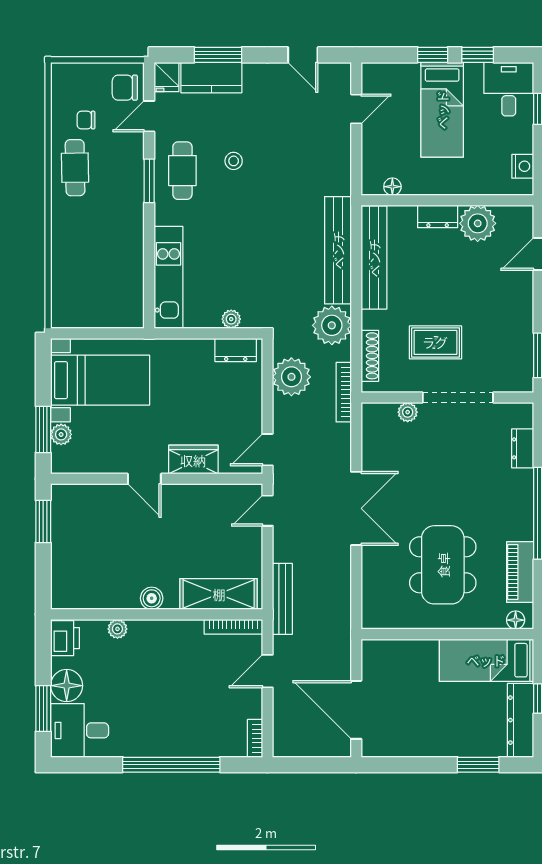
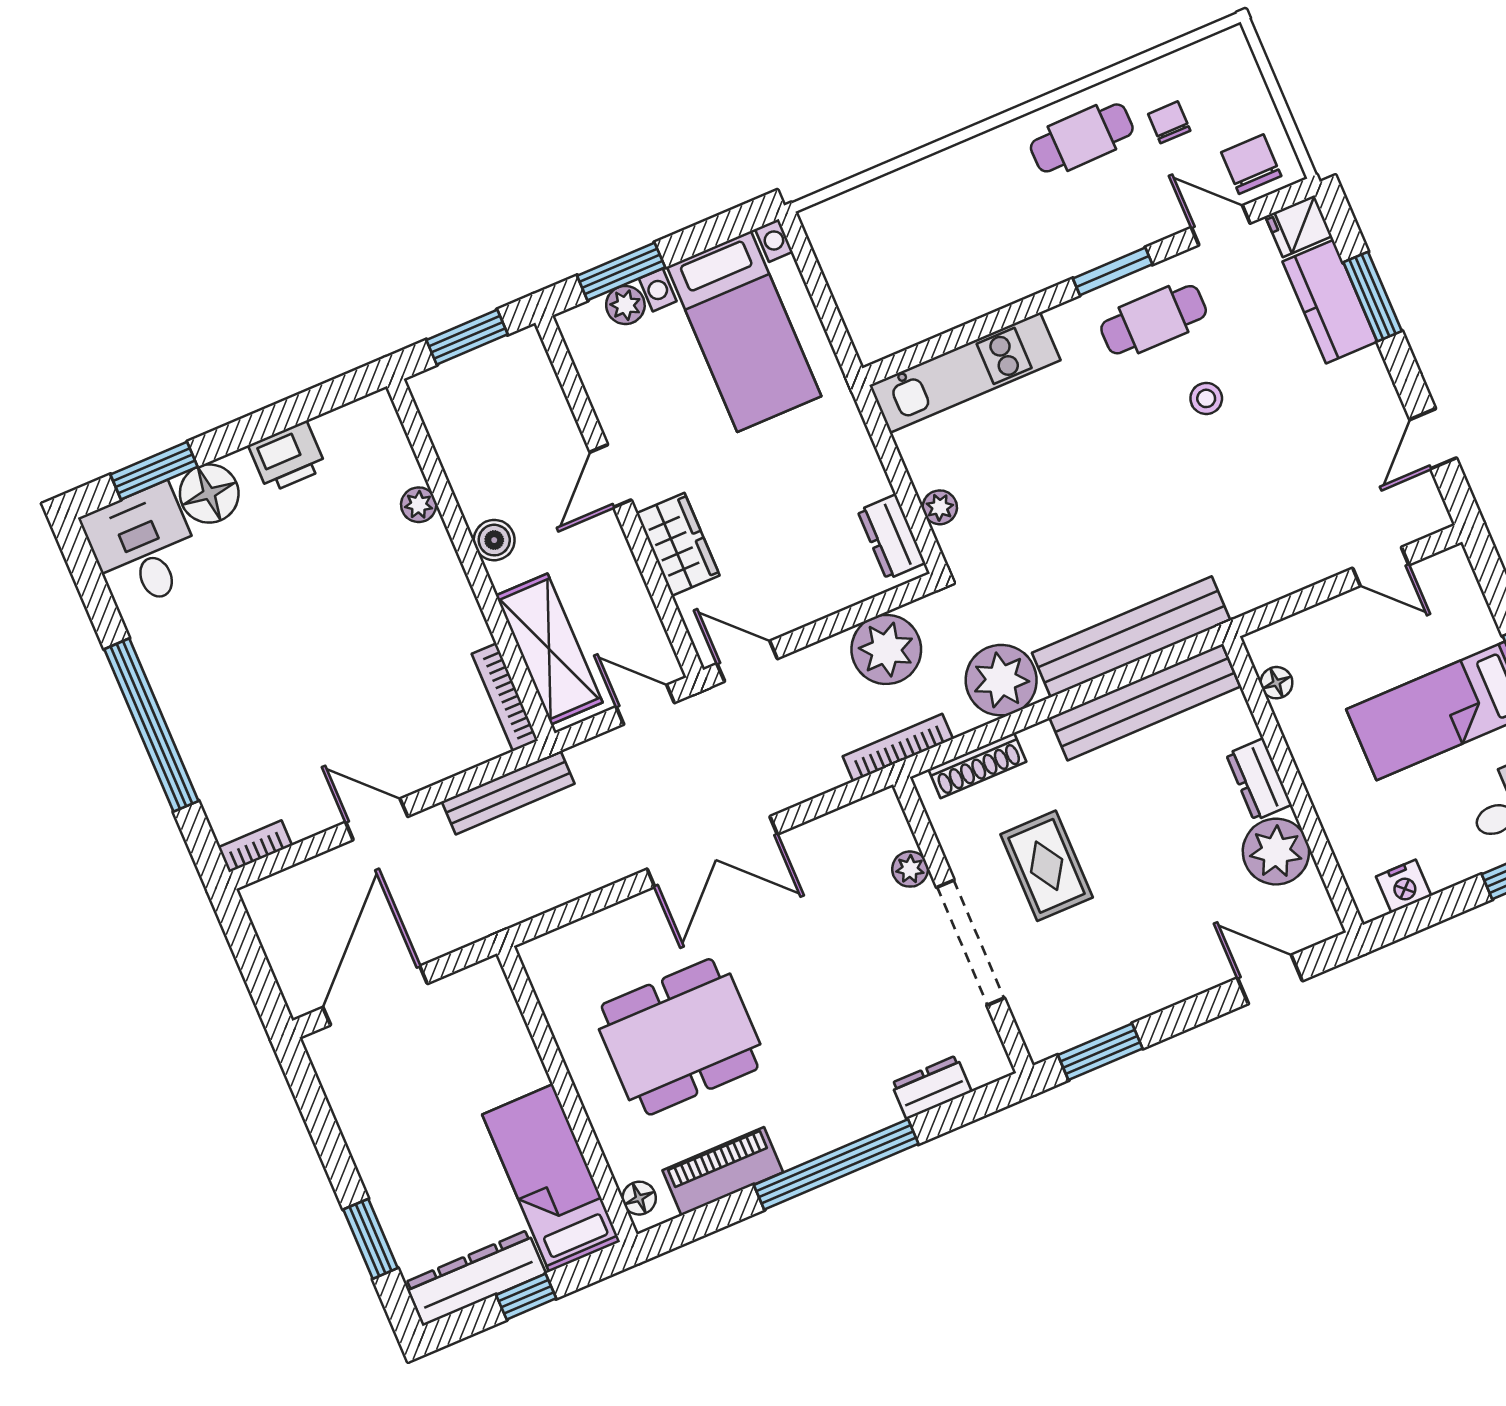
shelving: (219, 594) -> (549, 649), moved
boiler: (152, 598) -> (494, 540), moved
wall: (157, 614) -> (471, 560), moved
bookcase: (233, 627) -> (505, 697), moved
plant: (117, 629) -> (419, 505), moved

